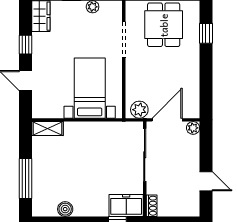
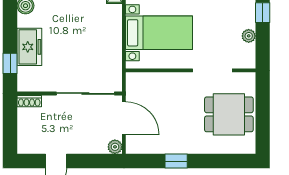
window: (206, 33) -> (176, 161), moved
plant: (139, 110) -> (135, 88), removed
freezer: (126, 206) -> (29, 47), moved

